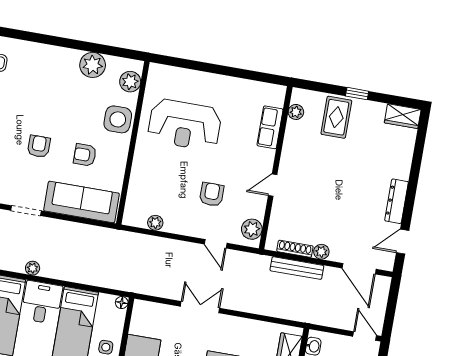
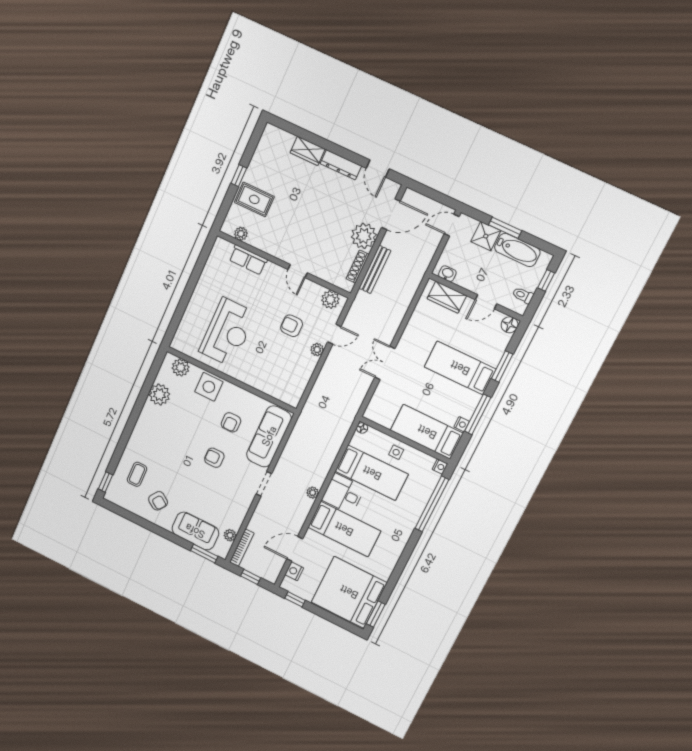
wardrobe: (403, 116) -> (308, 151), moved, turned 90
plant: (155, 223) -> (317, 350), moved
plant: (321, 252) -> (364, 236), width x1.87, depth x1.87

